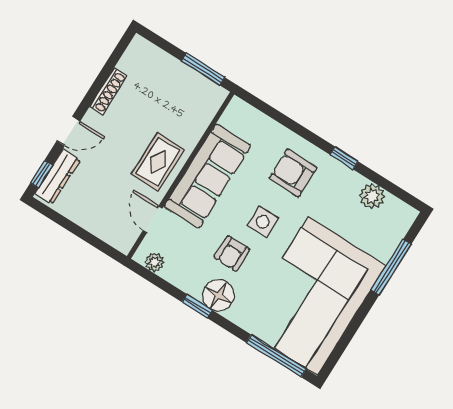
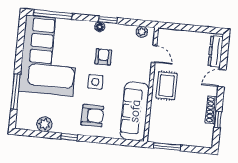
window: (41, 174) -> (218, 119), moved
sofa: (207, 176) -> (135, 111), moved
floor lamp: (218, 295) -> (100, 27), width x0.53, depth x0.53

